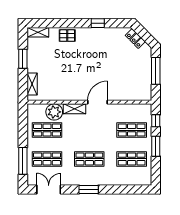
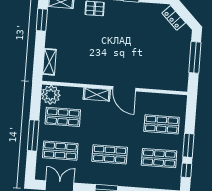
window: (23, 59) -> (42, 20), moved
door: (97, 102) -> (124, 89), swing flipped
plant: (54, 112) -> (51, 95), moved
window: (156, 121) -> (186, 170), moved
window: (23, 161) -> (33, 135), moved

